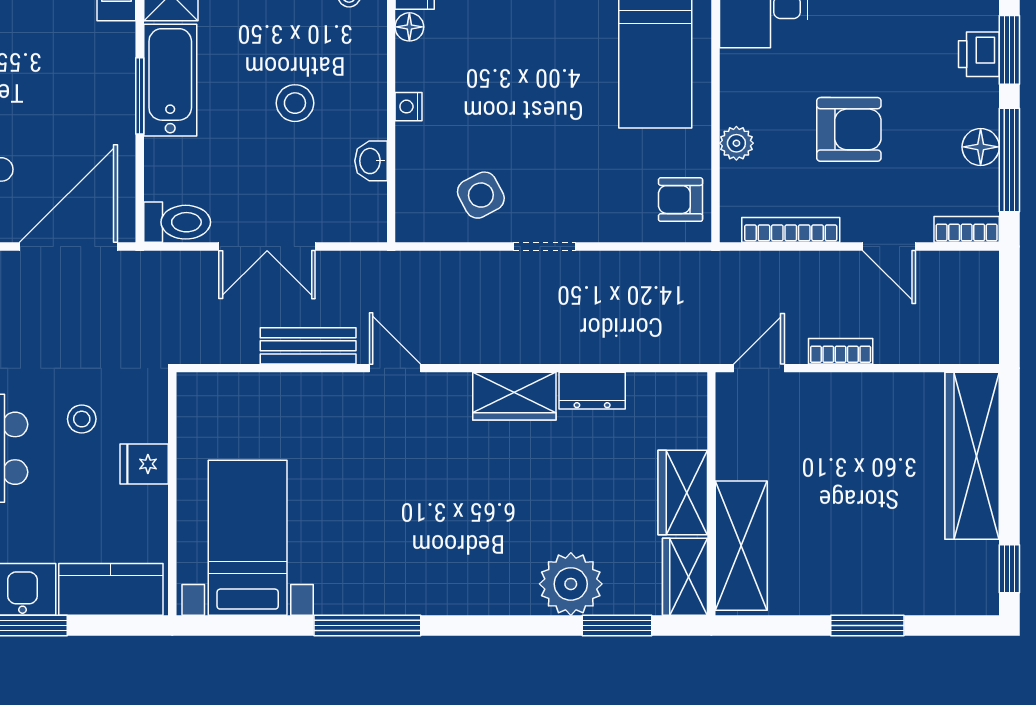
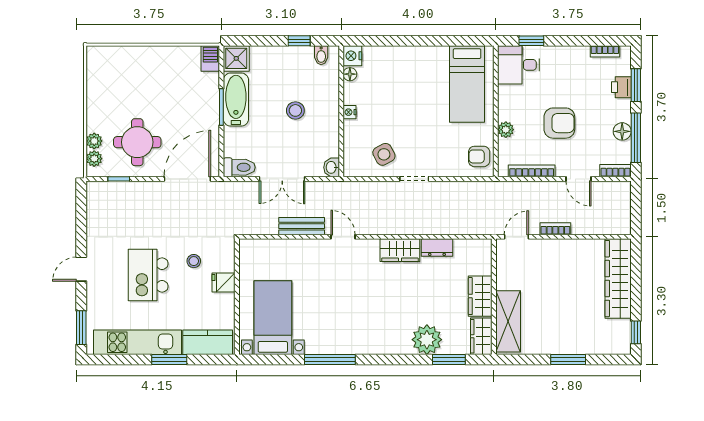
washbasin: (371, 161) -> (332, 167), moved

